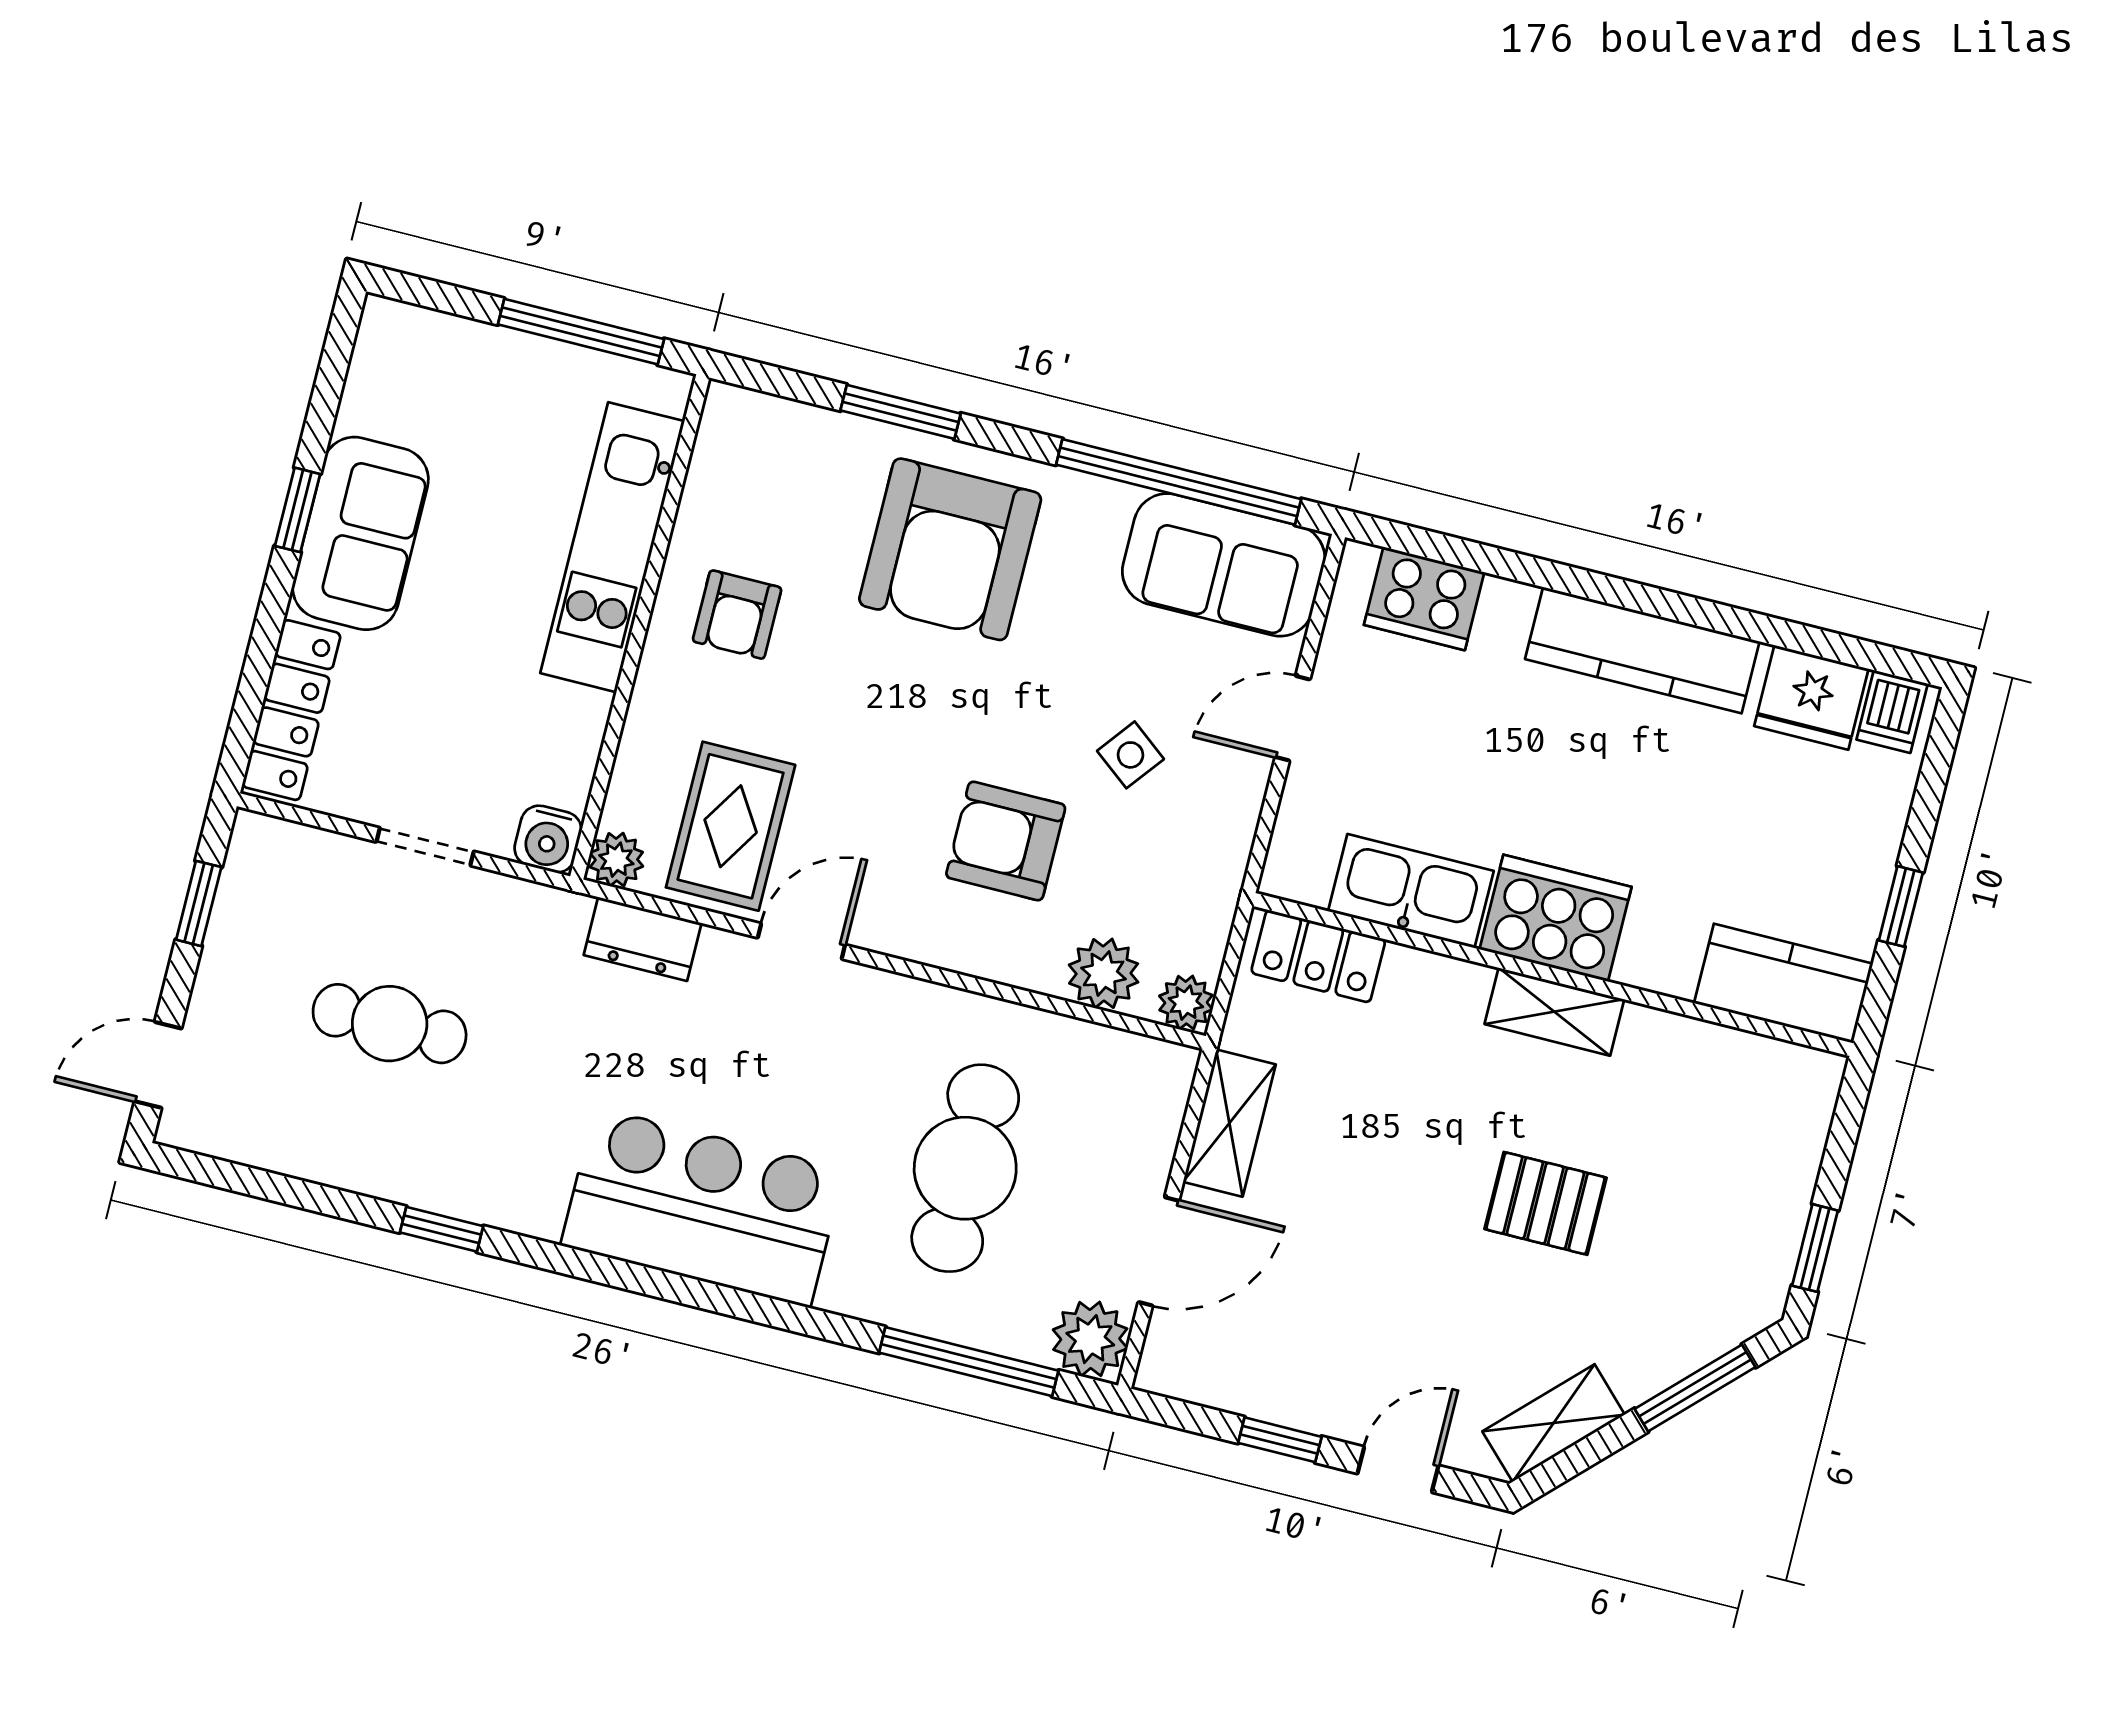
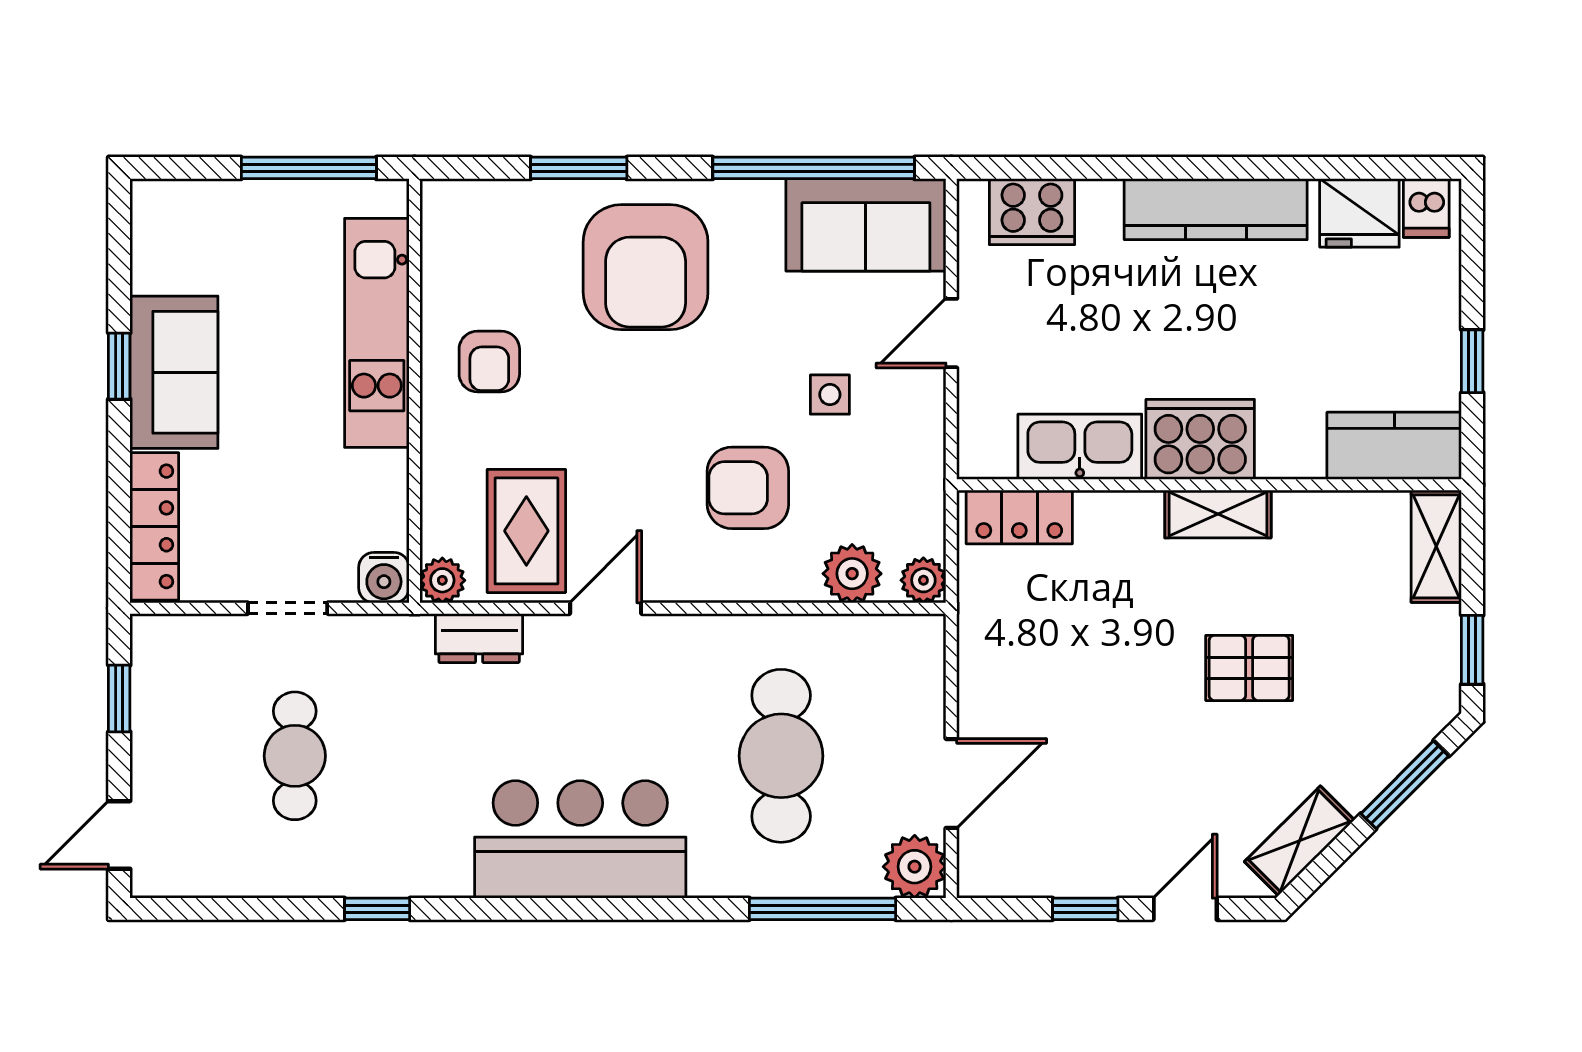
side table: (1130, 755) -> (830, 395), turned -38
cafe table: (390, 1024) -> (295, 756), turned 90
shelving: (1229, 1123) -> (1436, 546), moved

